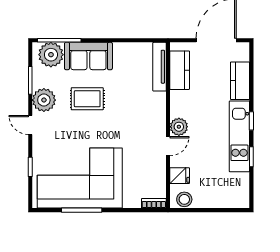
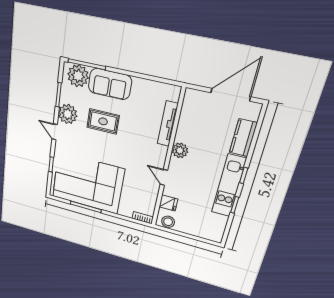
tv unit: (160, 67) -> (168, 124), moved
kitchen counter: (180, 70) -> (189, 115), removed
plant: (179, 127) -> (180, 150), moved
door: (168, 146) -> (164, 177), swing flipped

